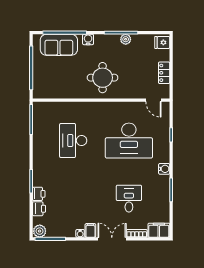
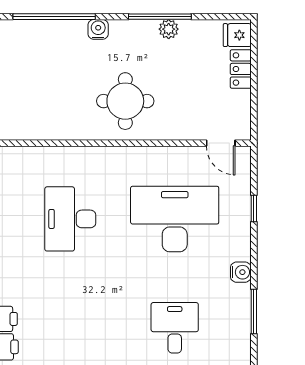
sofa: (59, 45) -> (43, 39), removed
locker: (164, 73) -> (241, 69), moved
desk: (129, 141) -> (175, 219), turned 180

